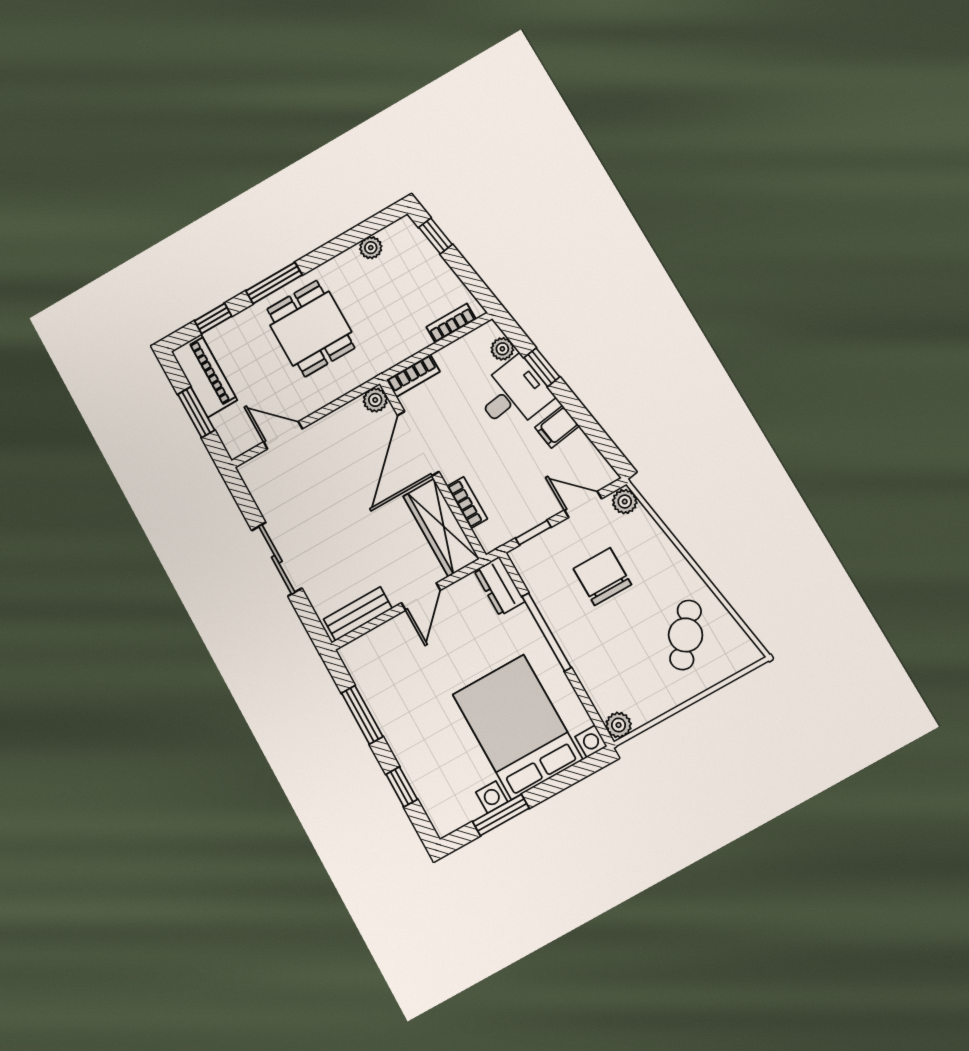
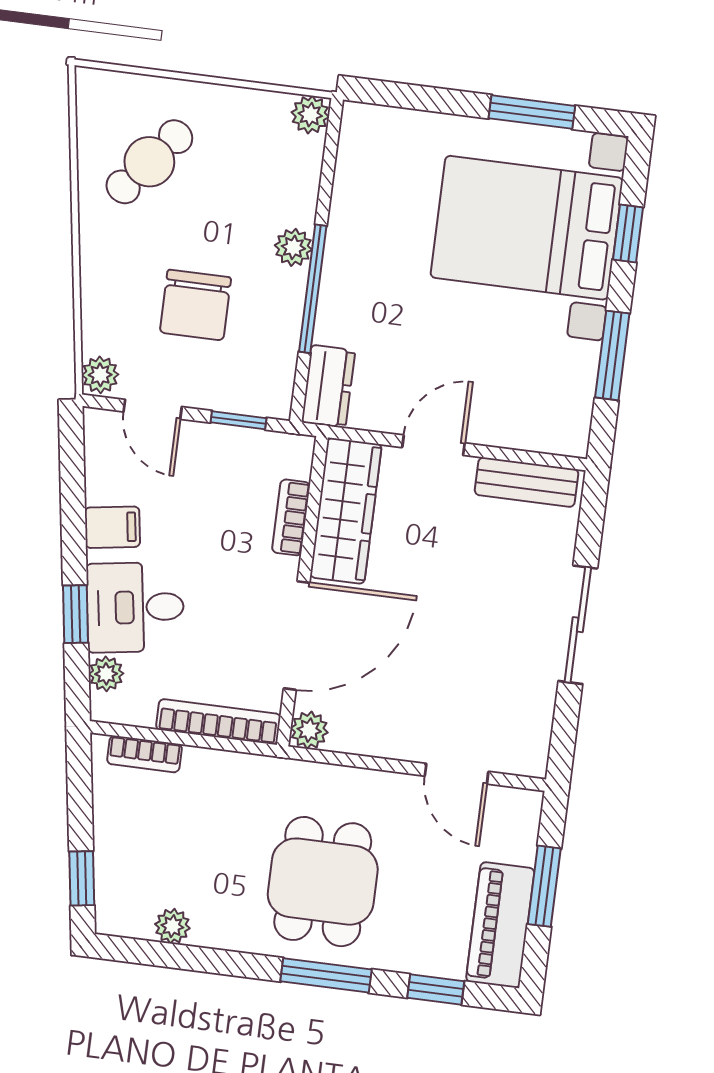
bookcase: (413, 376) -> (218, 722), width x1.56
plant: (573, 646) -> (293, 247), added
bed with nightstands: (518, 727) -> (527, 228), moved, turned 90

